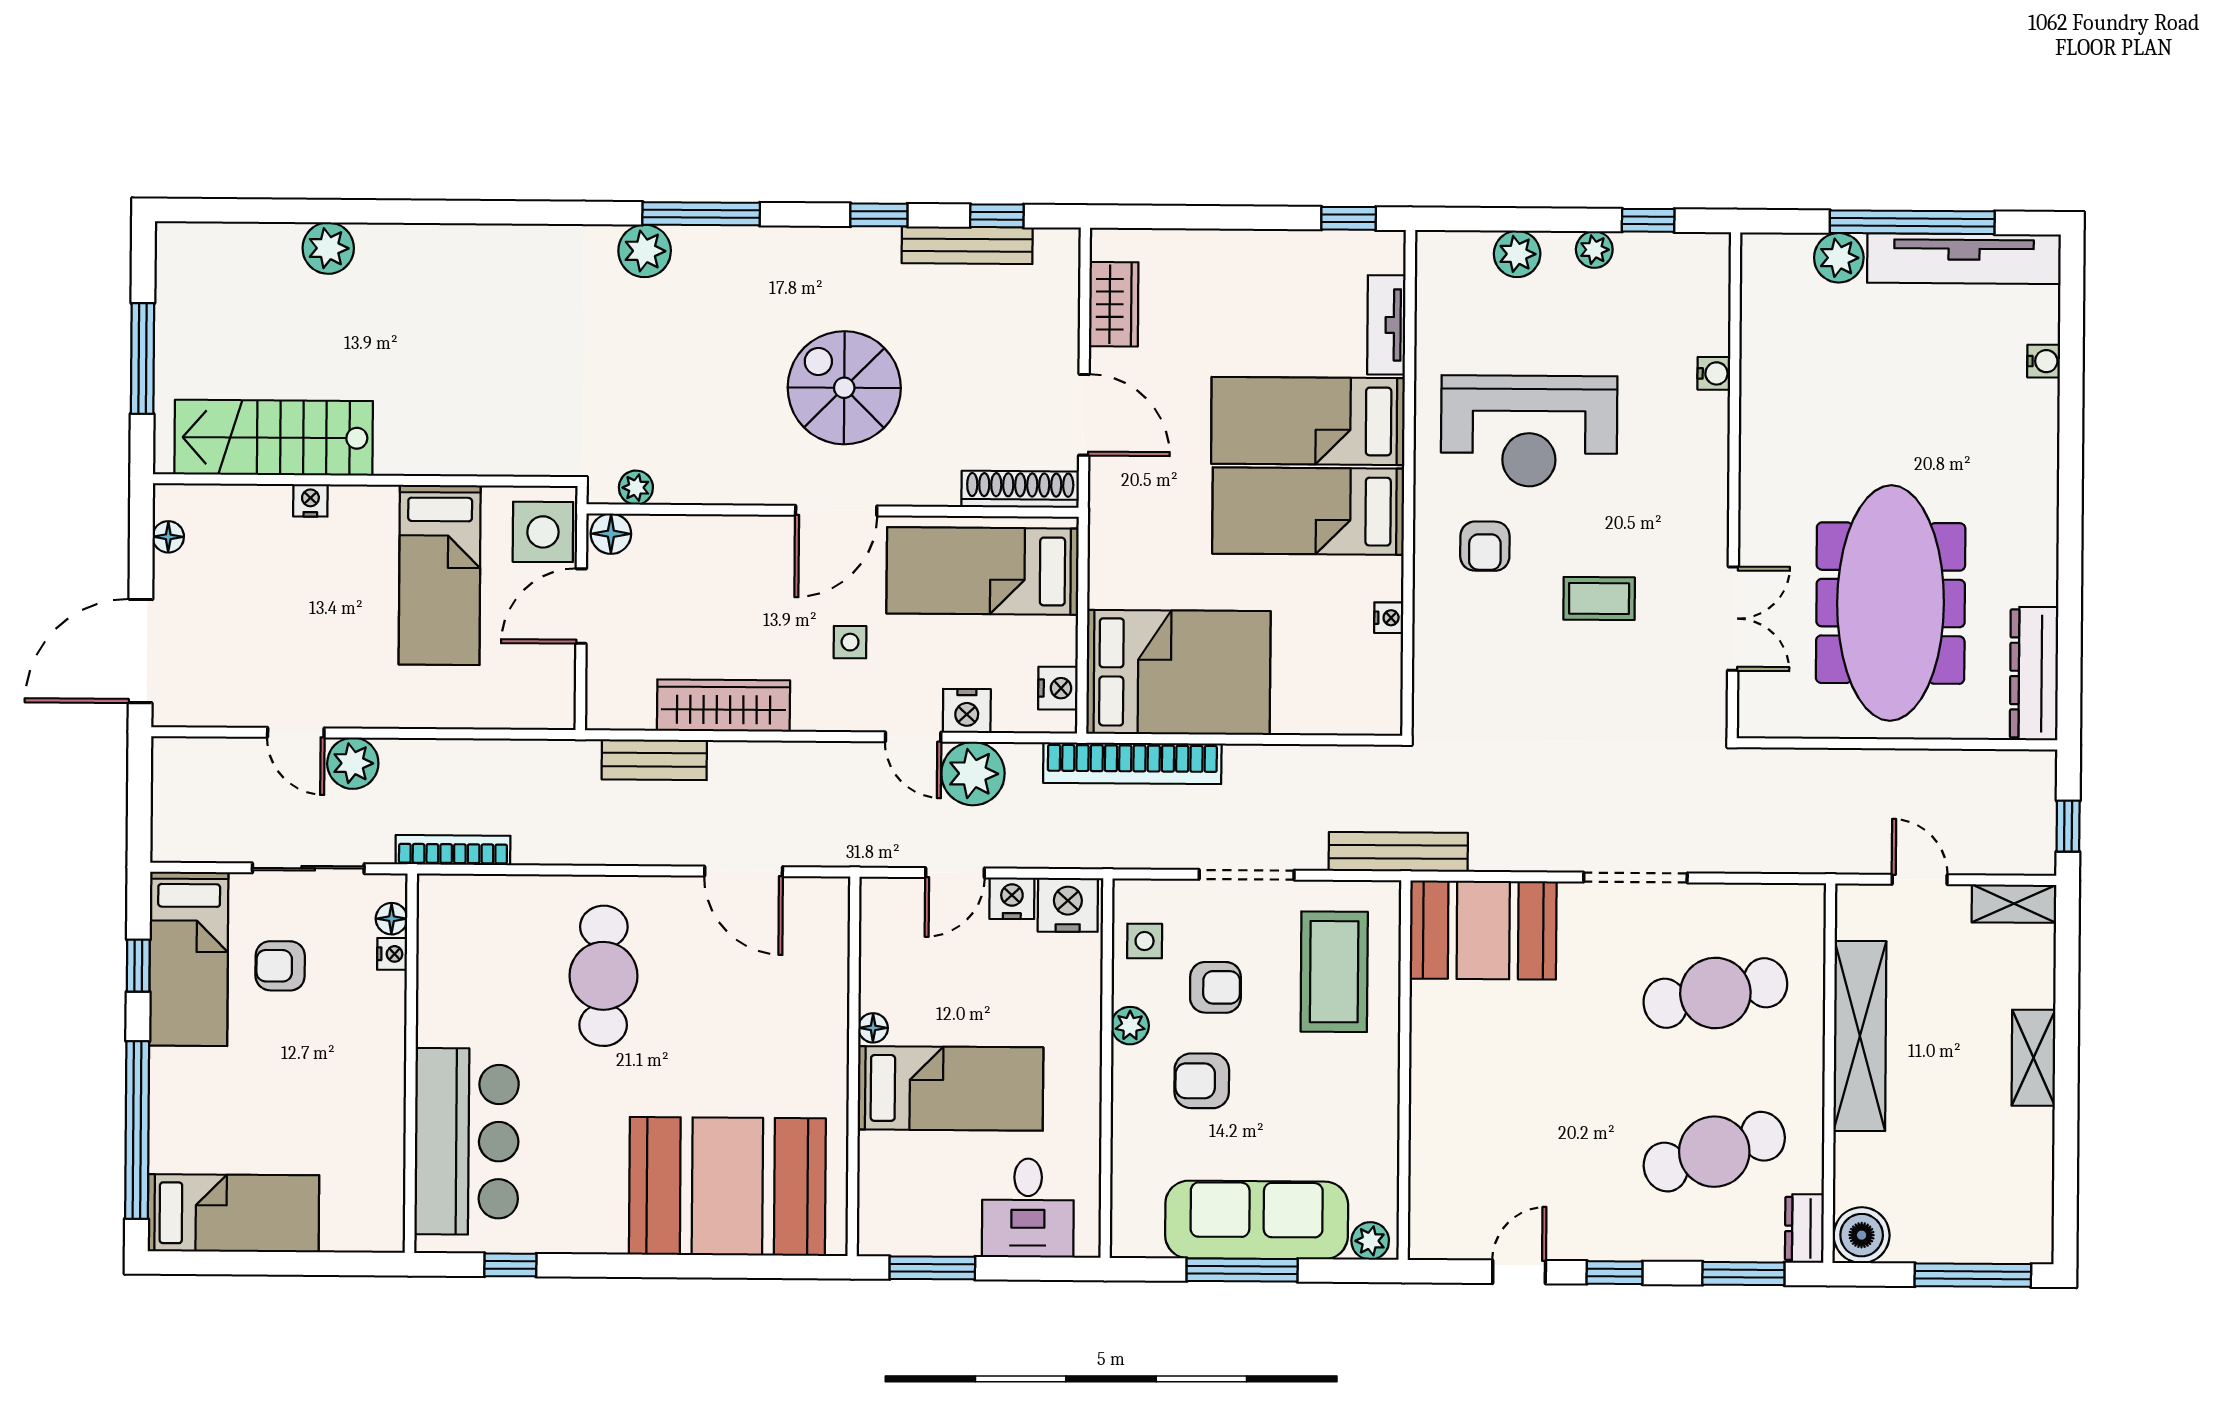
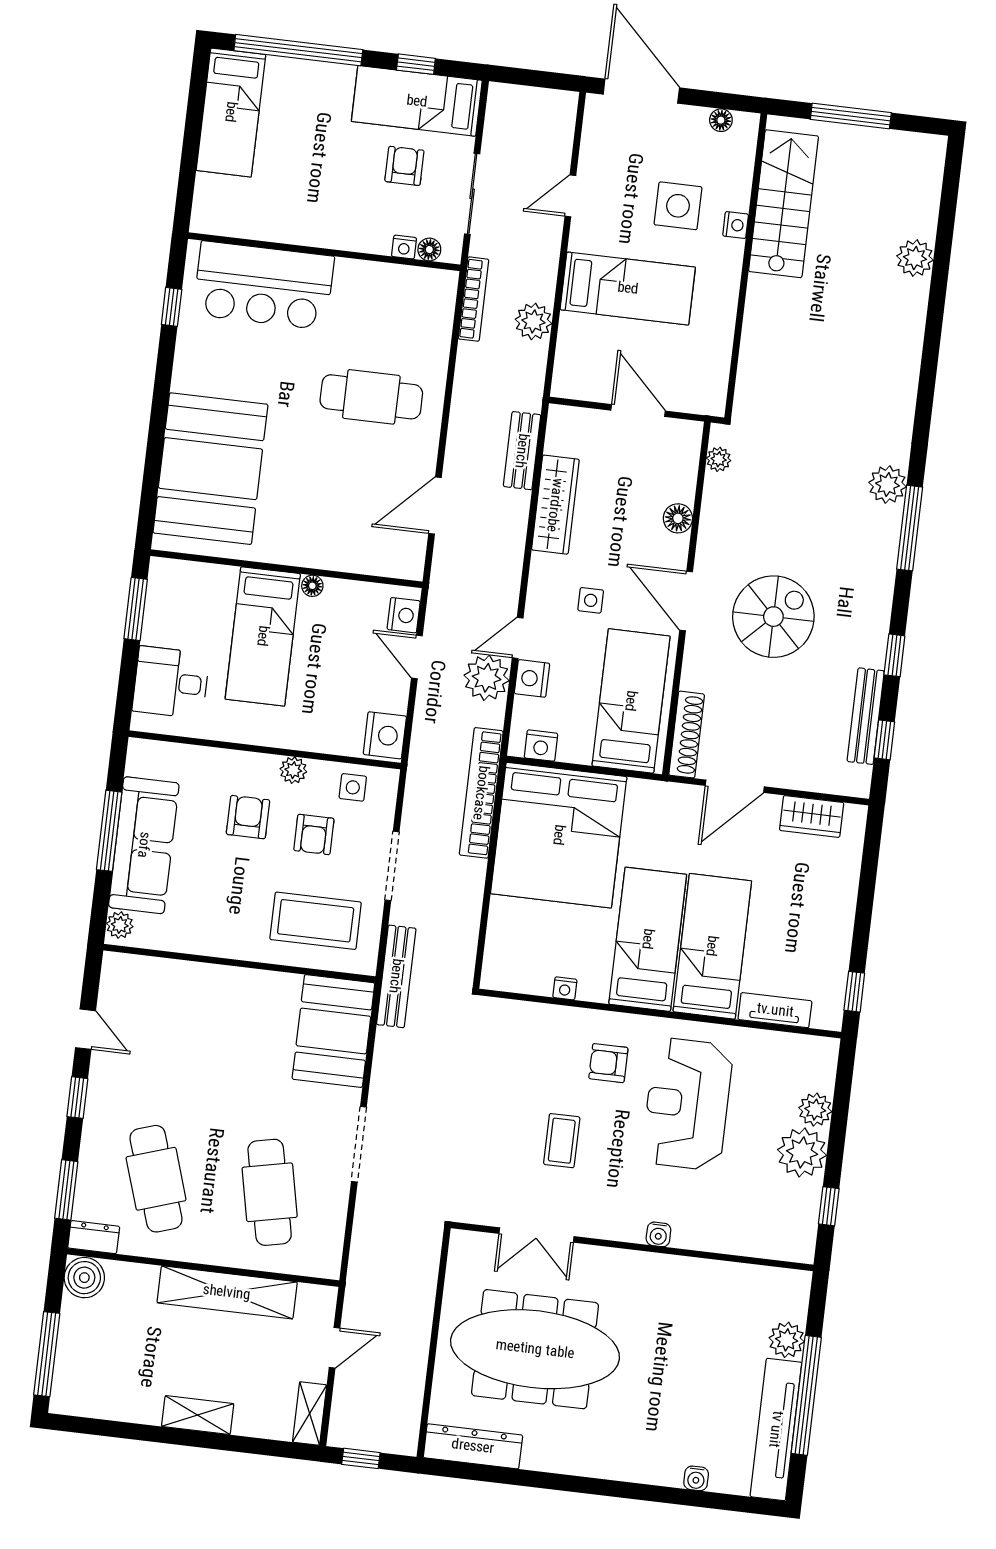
plant: (1594, 250) -> (802, 1152), width x1.88, depth x1.88
water cooler: (1714, 373) -> (658, 1234), moved
side table: (543, 532) -> (678, 206), moved
floor lamp: (611, 534) -> (678, 518), moved
bed: (440, 575) -> (628, 288), moved, turned 180
bed: (1178, 672) -> (559, 835), width x1.36
plant: (353, 763) -> (533, 321), moved
nightstand: (1012, 898) -> (404, 615), moved

